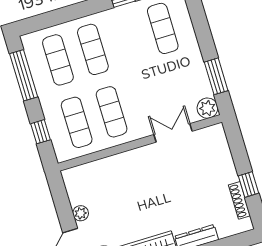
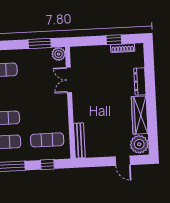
exercise mat: (112, 112) -> (46, 116), removed
bench: (87, 170) -> (79, 140), added
plant: (81, 213) -> (106, 152), removed

